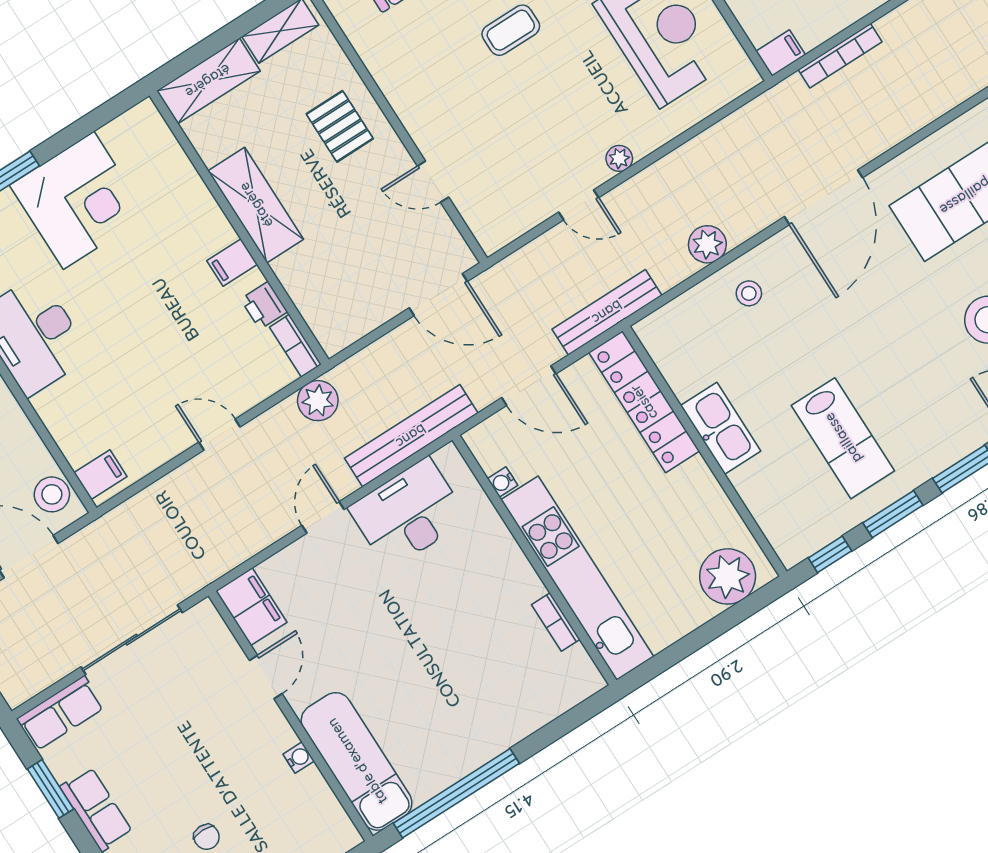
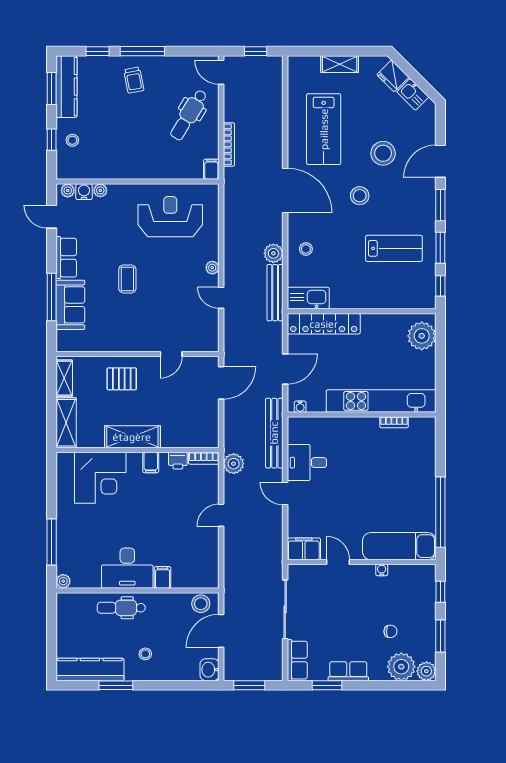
corner desk: (79, 200) -> (100, 478), moved, turned 90
door: (579, 205) -> (221, 298), swing flipped
bench: (607, 312) -> (275, 293), moved
stool: (894, 326) -> (360, 196), added
kitchen sink: (721, 428) -> (308, 298), moved
filing cabinet: (100, 475) -> (163, 577), moved
water cooler: (503, 482) -> (300, 407), moved
desk: (408, 513) -> (307, 463), width x0.73

